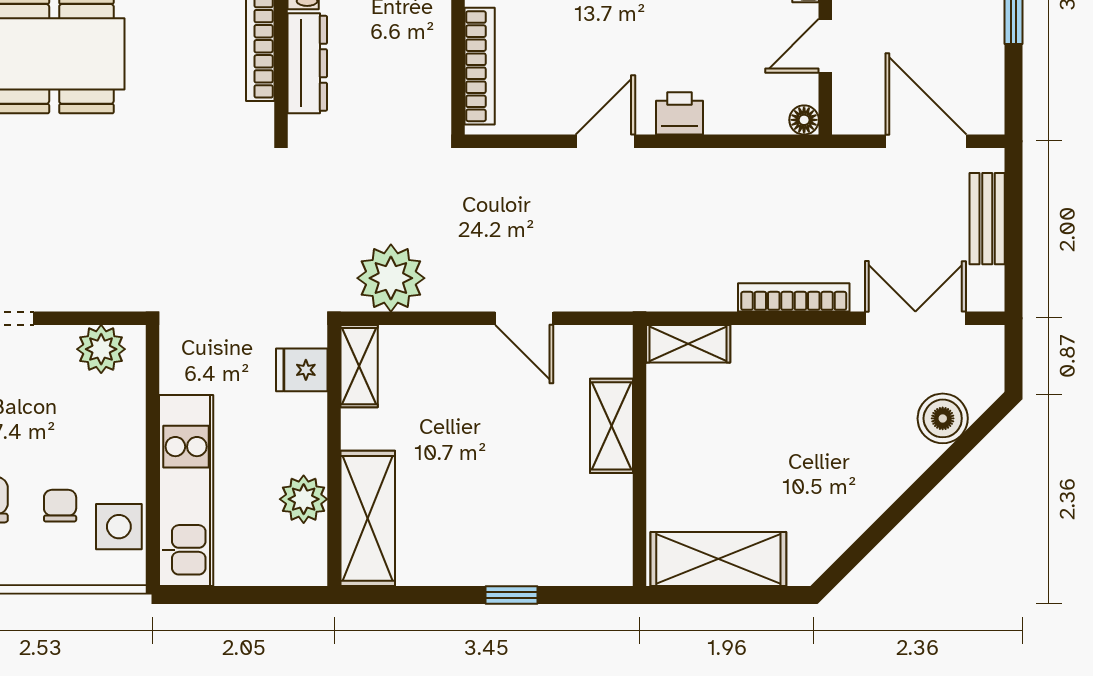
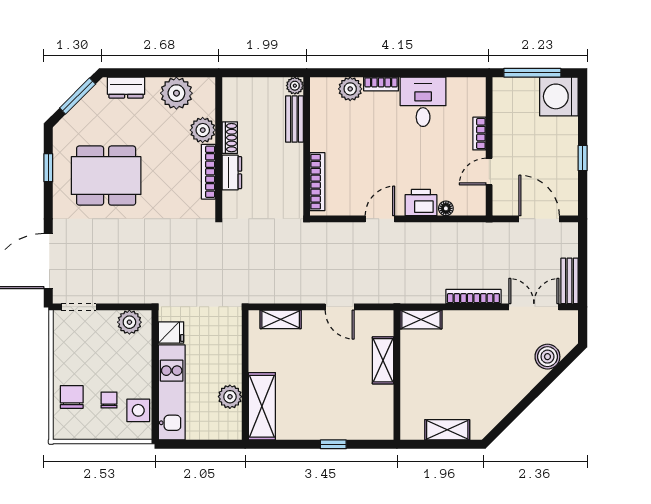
dresser: (307, 63) -> (232, 173), width x0.70
printer: (680, 113) -> (421, 203), width x1.36, depth x1.24
floor lamp: (804, 120) -> (446, 208), moved
bench: (987, 219) -> (570, 281), moved
plant: (391, 278) -> (273, 287), removed
shelving: (359, 366) -> (281, 319), moved, turned 90
fridge: (302, 370) -> (171, 333), moved, turned 180
shelving: (718, 559) -> (447, 430), width x0.67, depth x0.75

